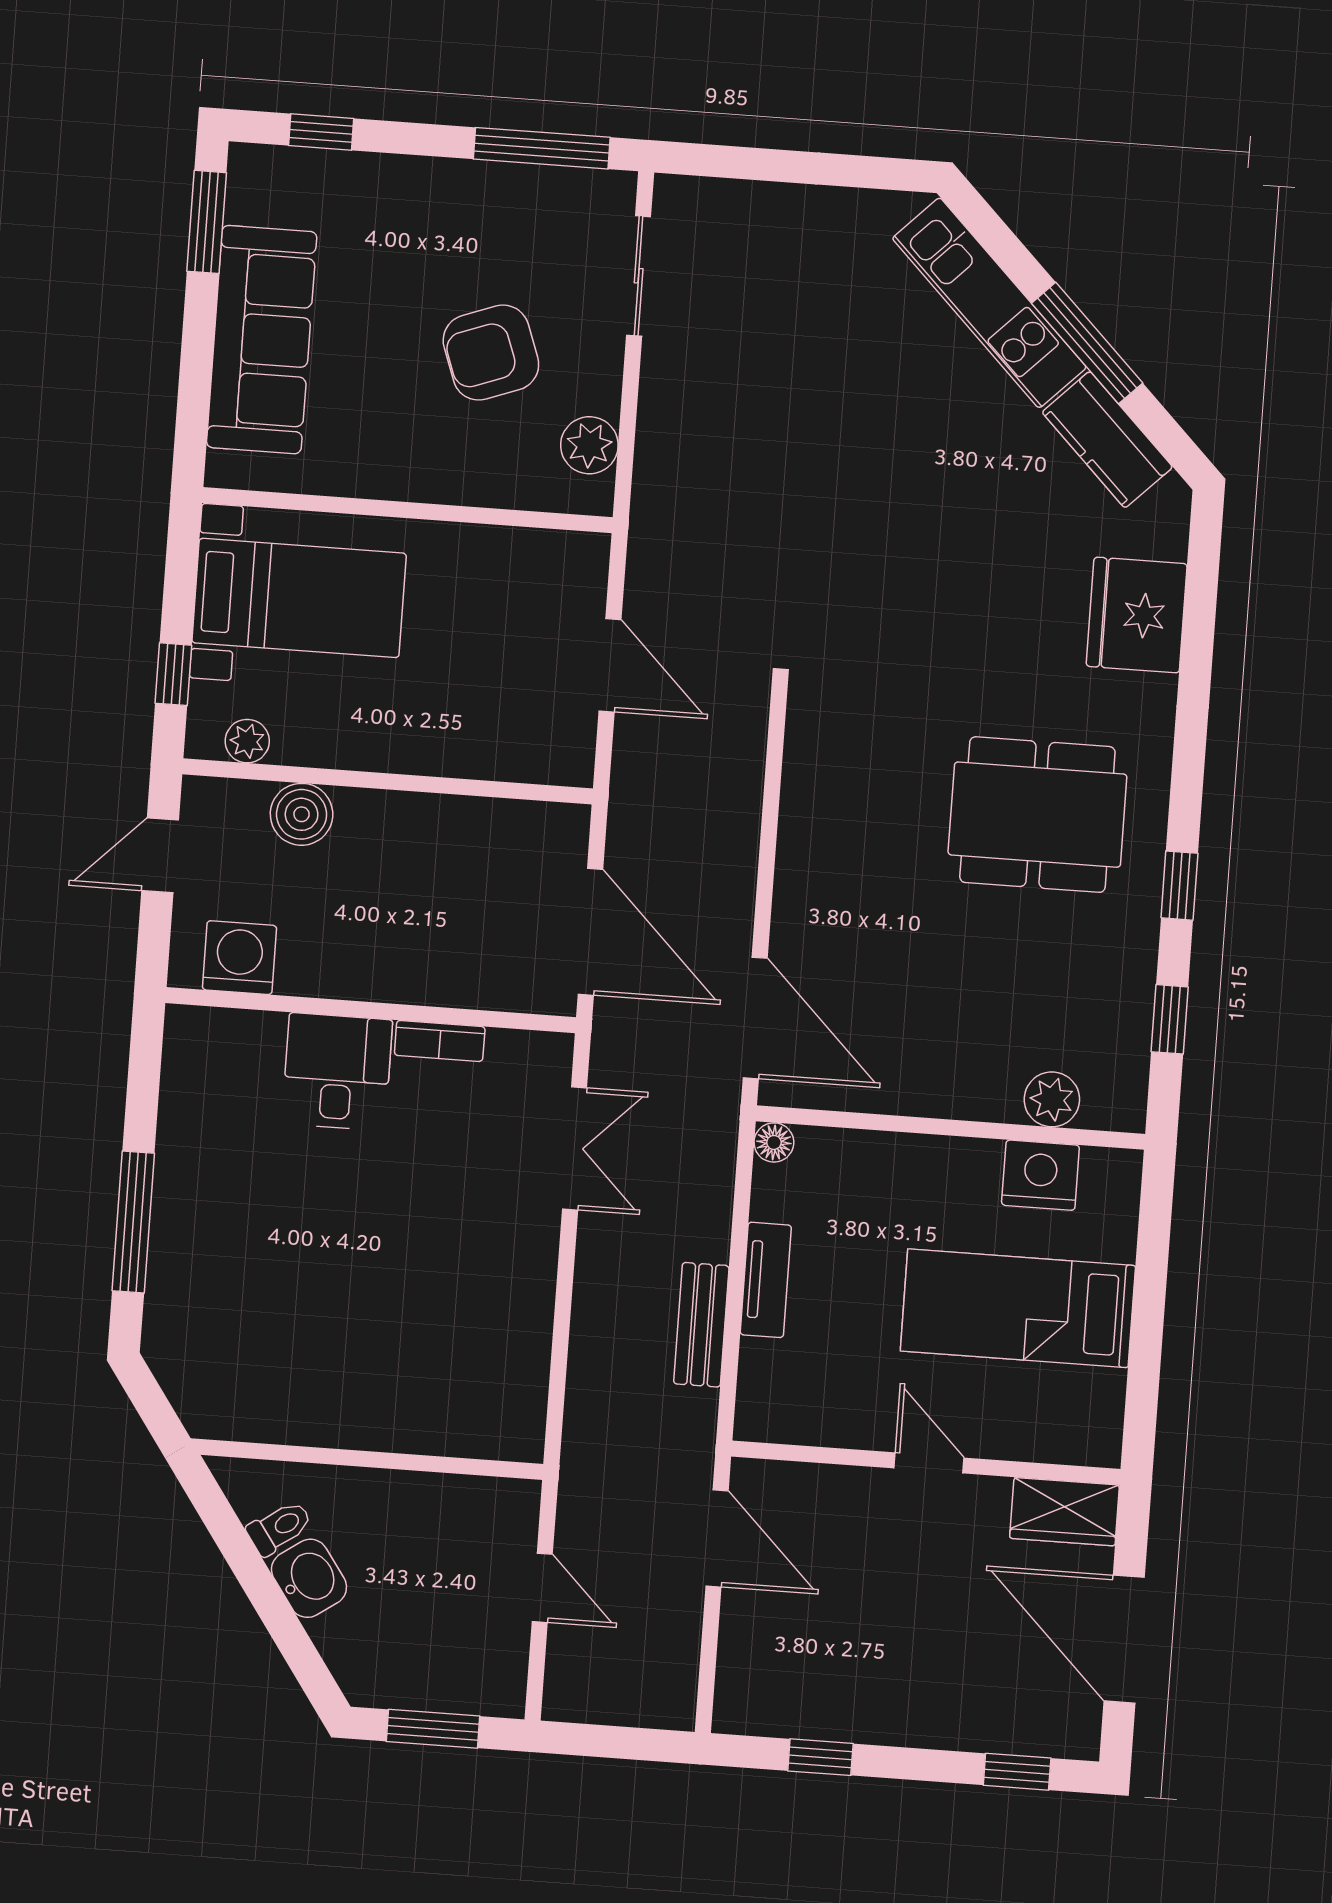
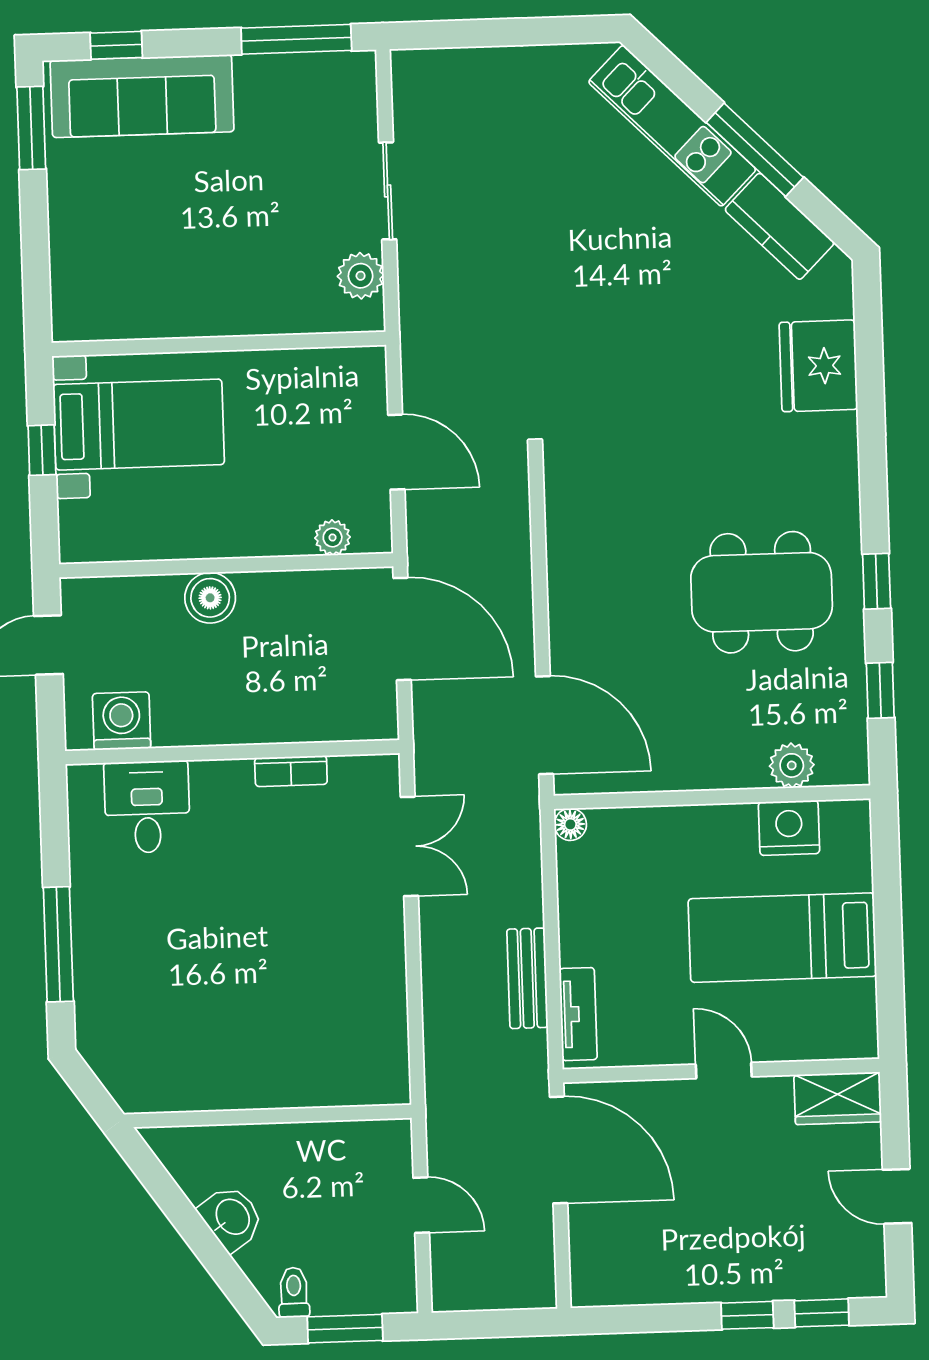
sliding door: (639, 276) -> (388, 191), moved
sofa: (262, 340) -> (142, 96), moved, turned 90
armchair: (491, 353) -> (273, 209), removed
window: (173, 674) -> (42, 450), moved
plant: (247, 741) -> (333, 538), moved
boiler: (302, 814) -> (210, 598), moved
dining table: (1037, 815) -> (762, 592), moved
door: (590, 932) -> (402, 629), moved
desk: (337, 1072) -> (147, 807), moved
tv unit: (766, 1280) -> (578, 1014), moved
toilet: (279, 1528) -> (294, 1292), moved, turned -55
door: (717, 1538) -> (559, 1150), width x1.36
door: (1124, 1639) -> (897, 1196), width x0.53
window: (820, 1757) -> (747, 1315), moved

